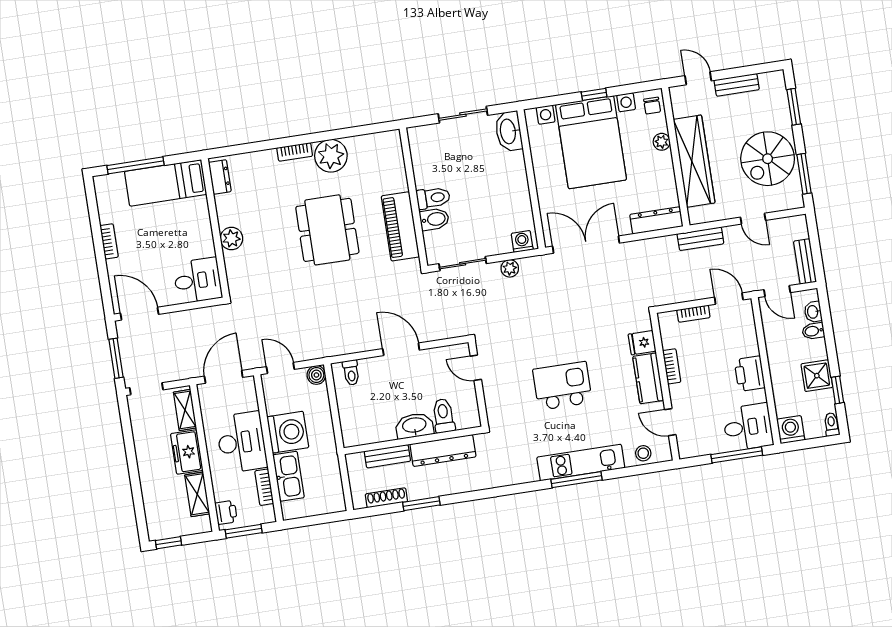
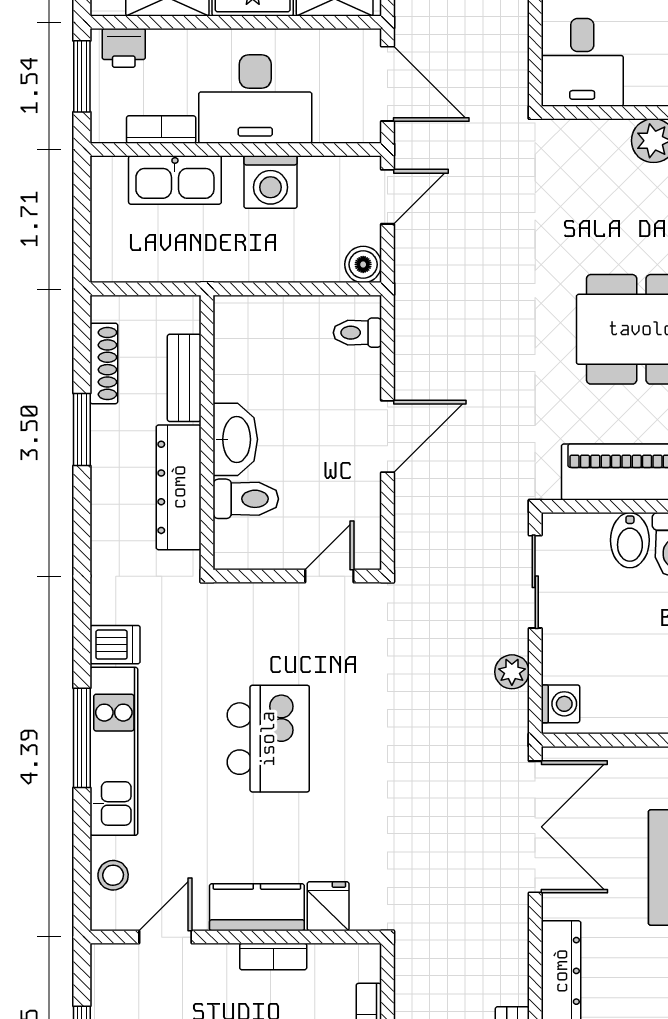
washing machine: (288, 432) -> (271, 182), width x0.73, depth x0.73
dishwasher: (527, 470) -> (115, 645), added

